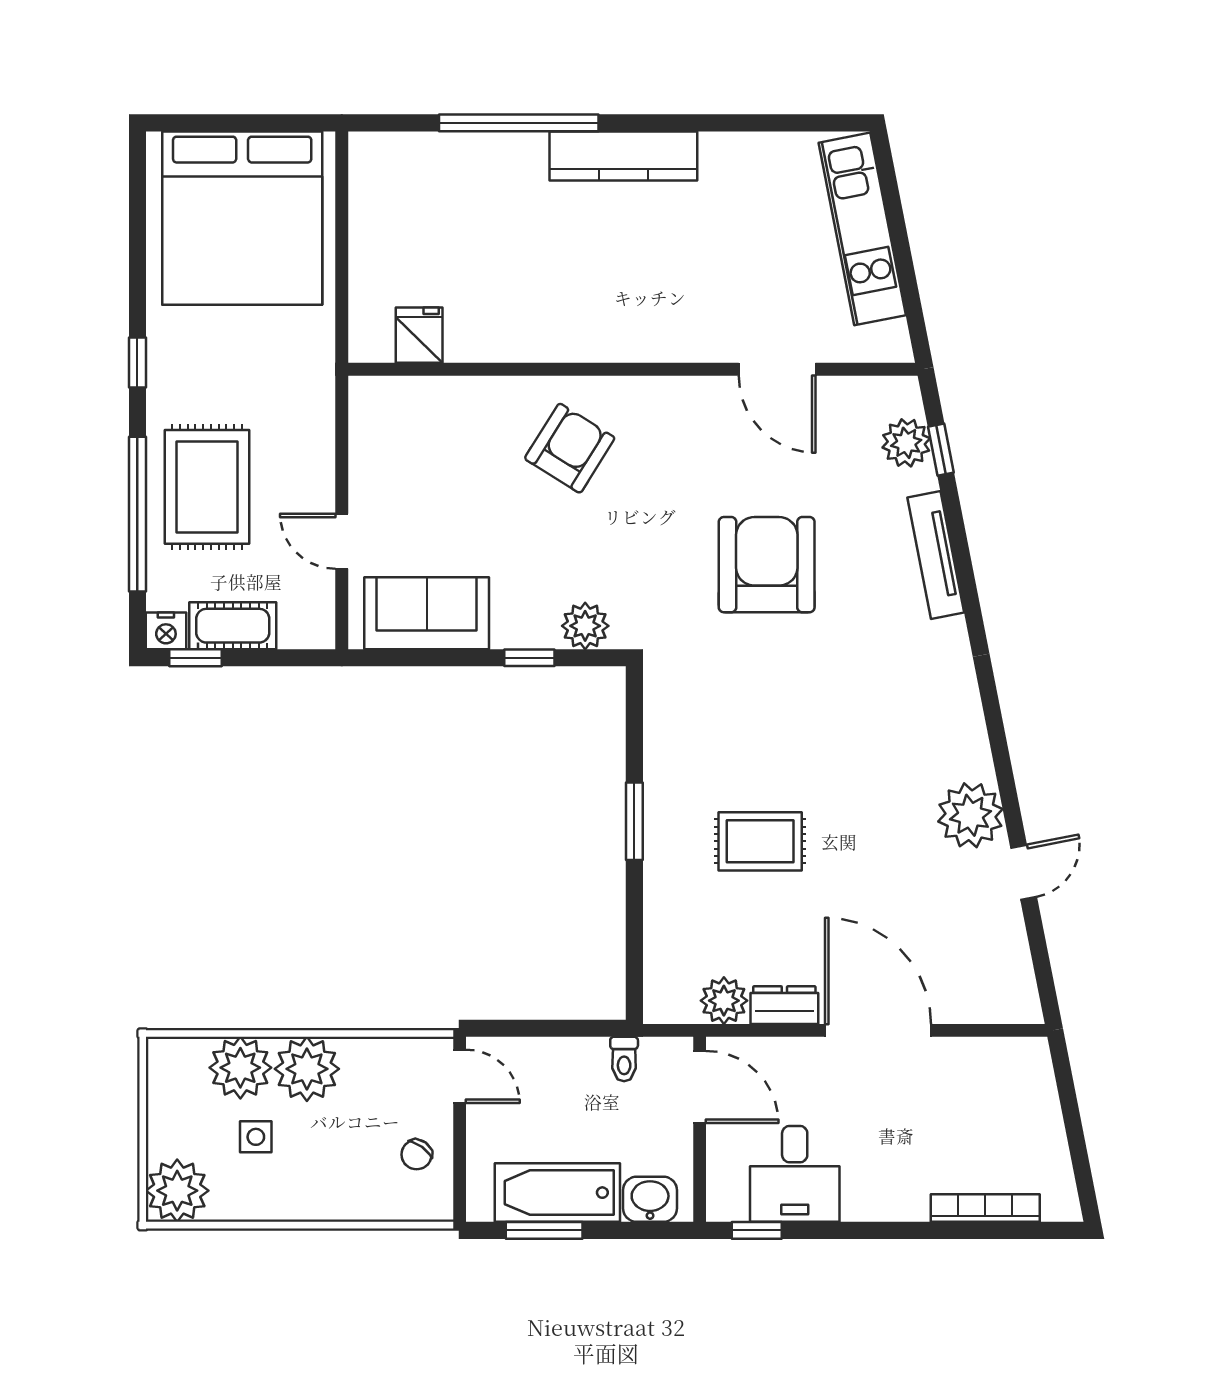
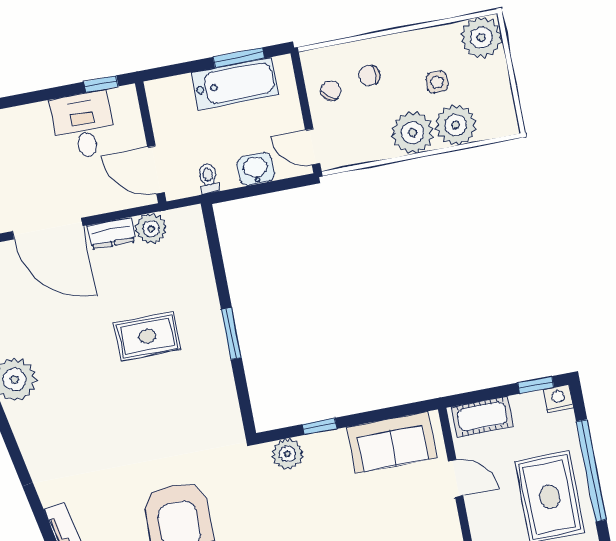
cot: (233, 626) -> (482, 417), moved
chair: (355, 1166) -> (369, 75), added
washbasin: (650, 1199) -> (256, 169), moved, turned 180

